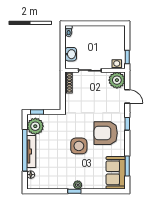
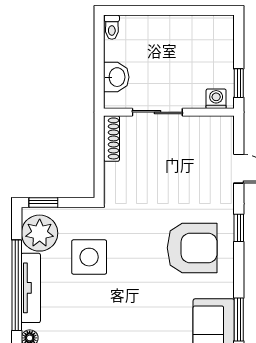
plant: (117, 80) -> (216, 133), removed
armchair: (106, 133) -> (192, 248), turned 180
side table: (79, 146) -> (89, 257), moved

